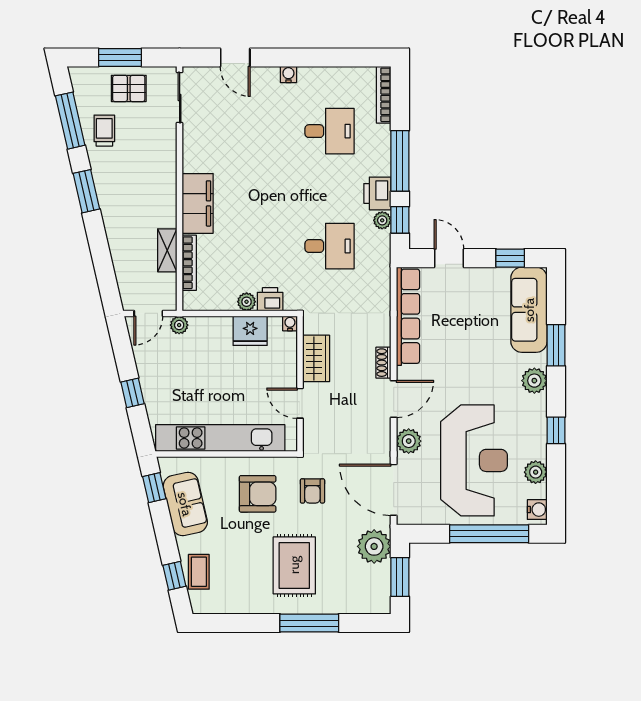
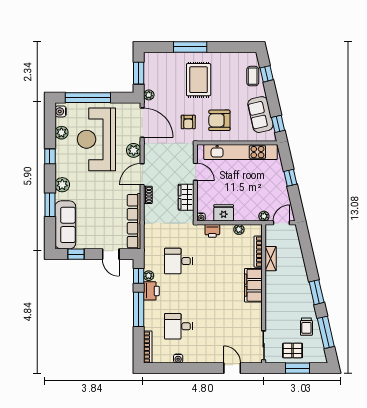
water cooler: (288, 74) -> (178, 358), moved
plant: (247, 302) -> (239, 229), moved
armchair: (312, 491) -> (188, 122), turned 180
plant: (374, 546) -> (149, 95), width x0.53, depth x0.53

